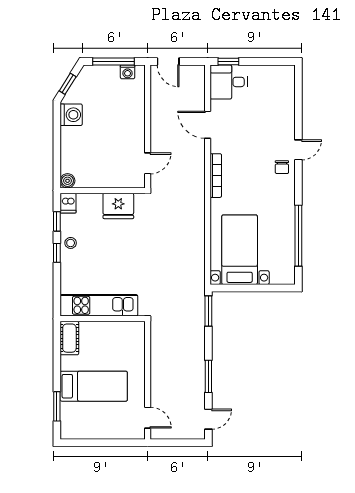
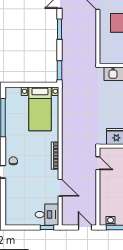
door: (148, 163) -> (98, 163), swing flipped

